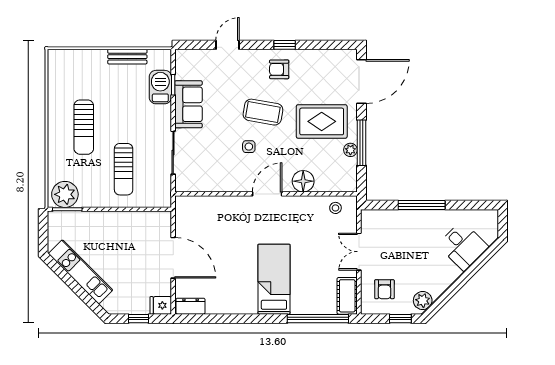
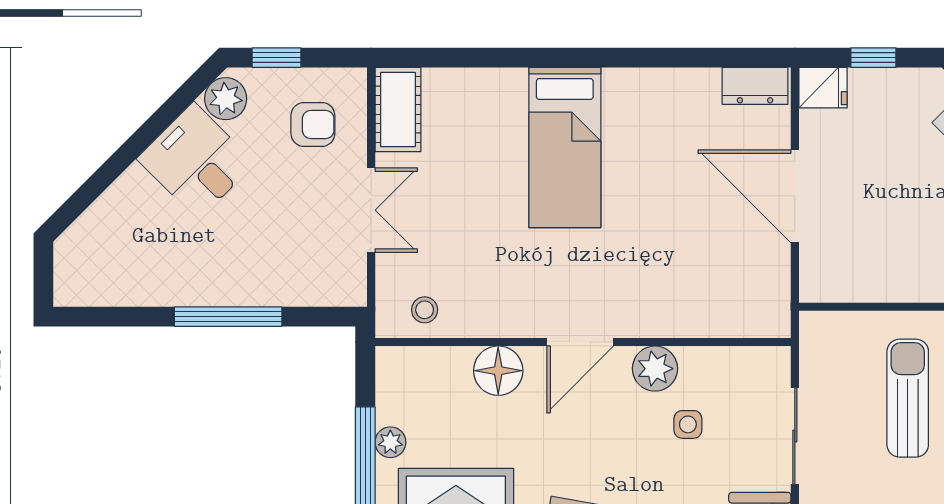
side table: (249, 147) -> (688, 424), moved
plant: (234, 182) -> (655, 369), added
desk: (463, 246) -> (196, 161), moved
armchair: (384, 289) -> (313, 124), turned 90
window: (318, 319) -> (465, 58), removed

